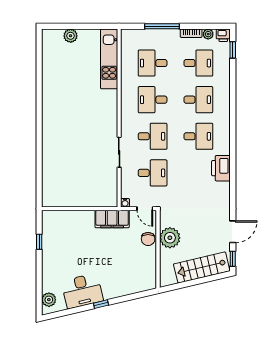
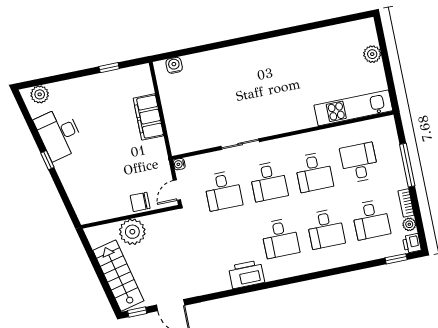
desk: (153, 100) -> (314, 172), turned 180
water cooler: (48, 191) -> (174, 65), added
filing cabinet: (112, 219) -> (148, 117), moved
plant: (170, 238) -> (132, 232), moved

